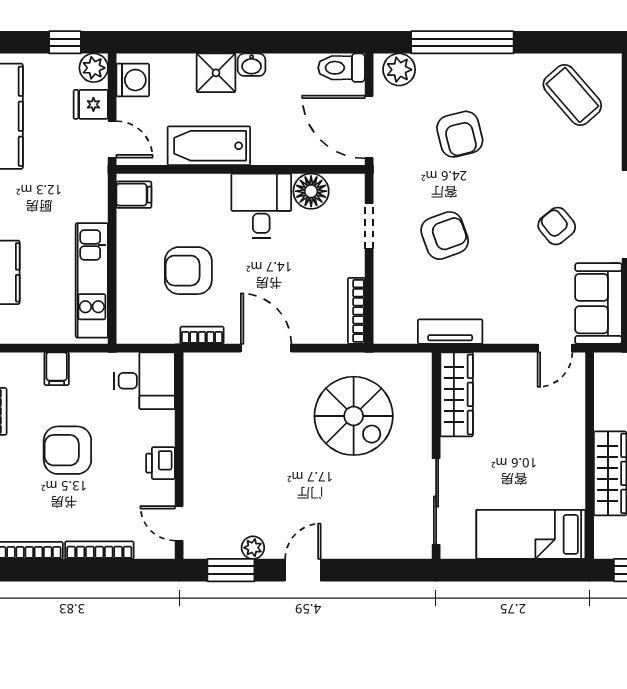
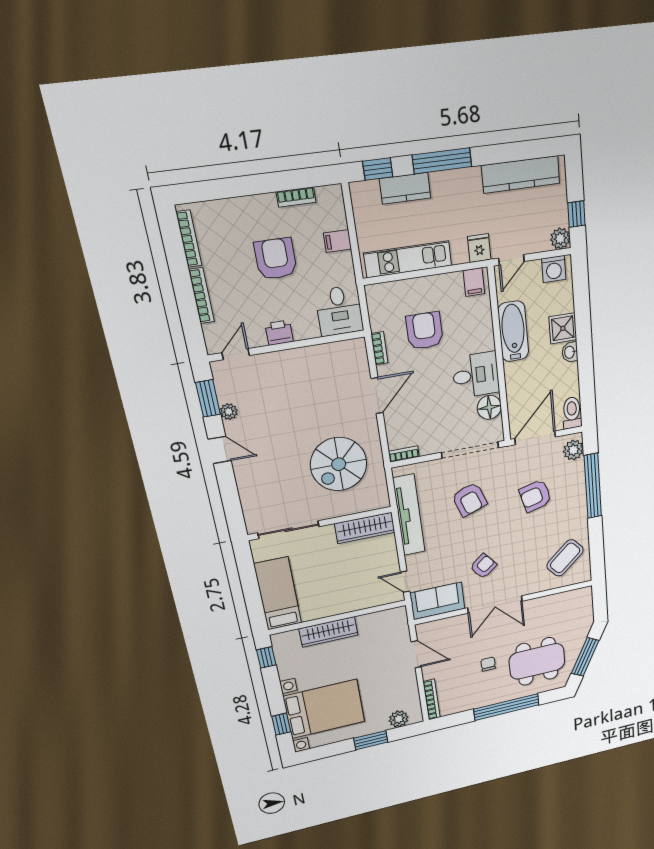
fridge: (91, 104) -> (479, 248), moved
doorway: (369, 226) -> (470, 450), width x1.87
bookcase: (356, 311) -> (404, 454), width x0.64
tv unit: (450, 332) -> (409, 515), width x1.92, depth x1.29

